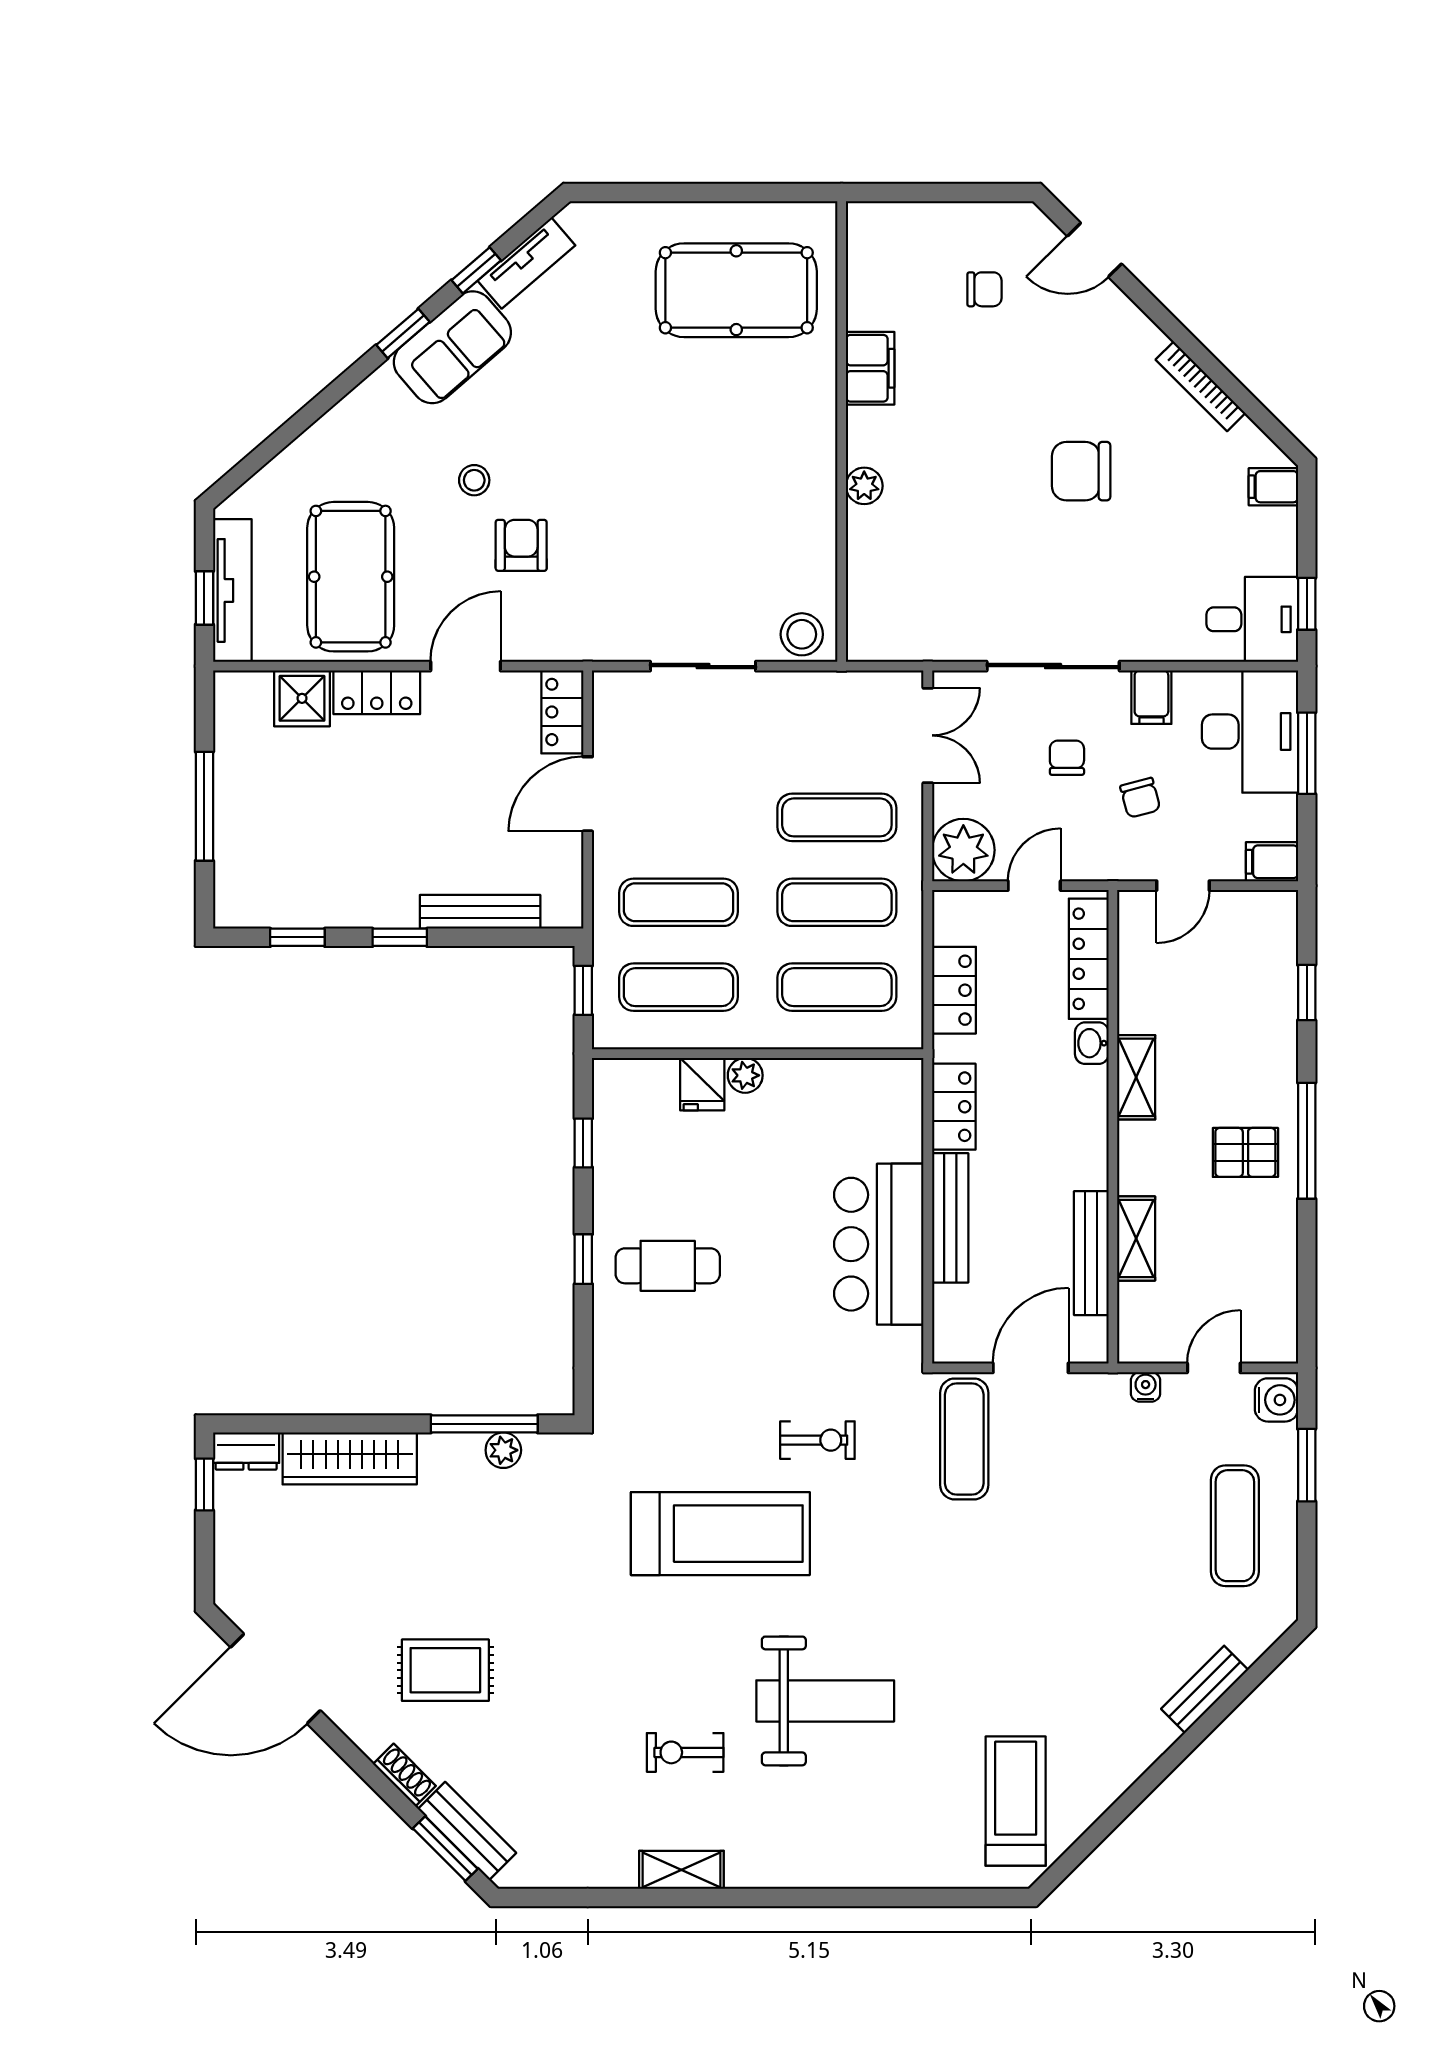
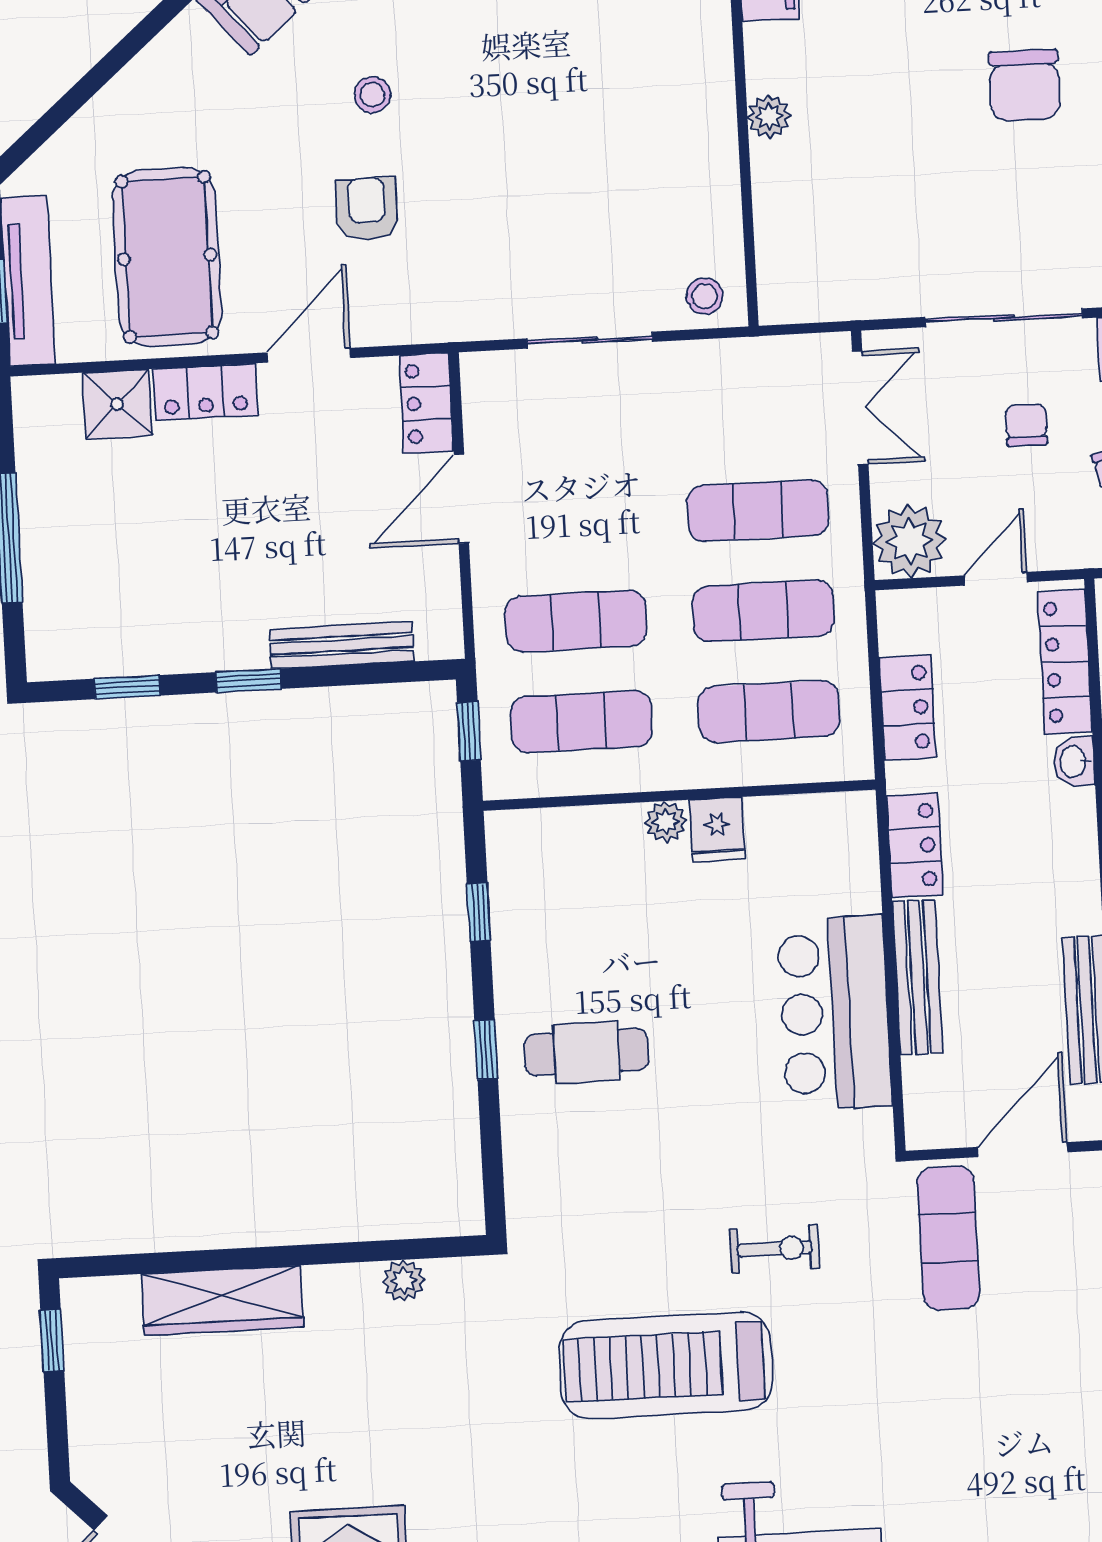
chair: (1081, 471) -> (1025, 85), turned -90
stool: (474, 480) -> (372, 95), moved
stool: (802, 634) -> (705, 296), width x0.73, depth x0.73
fridge: (702, 1084) -> (717, 829), moved
window: (484, 1424) -> (379, 1251), removed
dresser: (246, 1451) -> (99, 1298), removed
treadmill: (720, 1534) -> (666, 1366), turned 180

